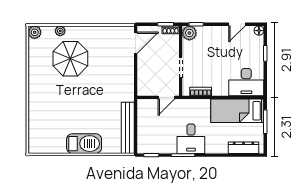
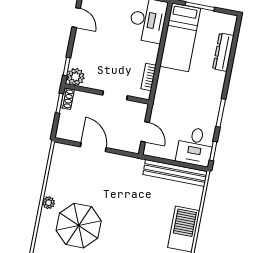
plant: (60, 31) -> (48, 203), moved
door: (136, 43) -> (93, 147), moved
door: (166, 97) -> (145, 132), moved
desk: (191, 139) -> (195, 147), moved, turned 90
dresser: (243, 148) -> (223, 52), moved

